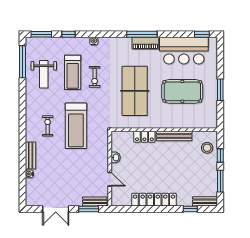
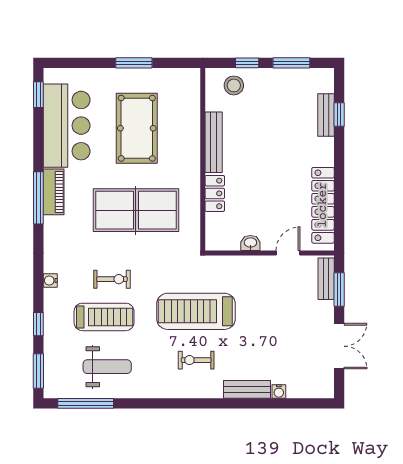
treadmill: (76, 126) -> (196, 311), turned 180
locker: (154, 200) -> (323, 205), moved
bench: (205, 201) -> (326, 115), moved

